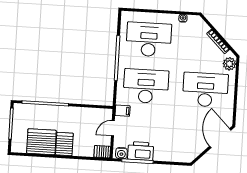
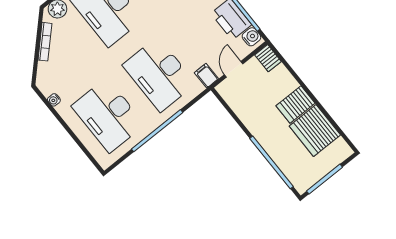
door: (113, 128) -> (234, 69), swing flipped

